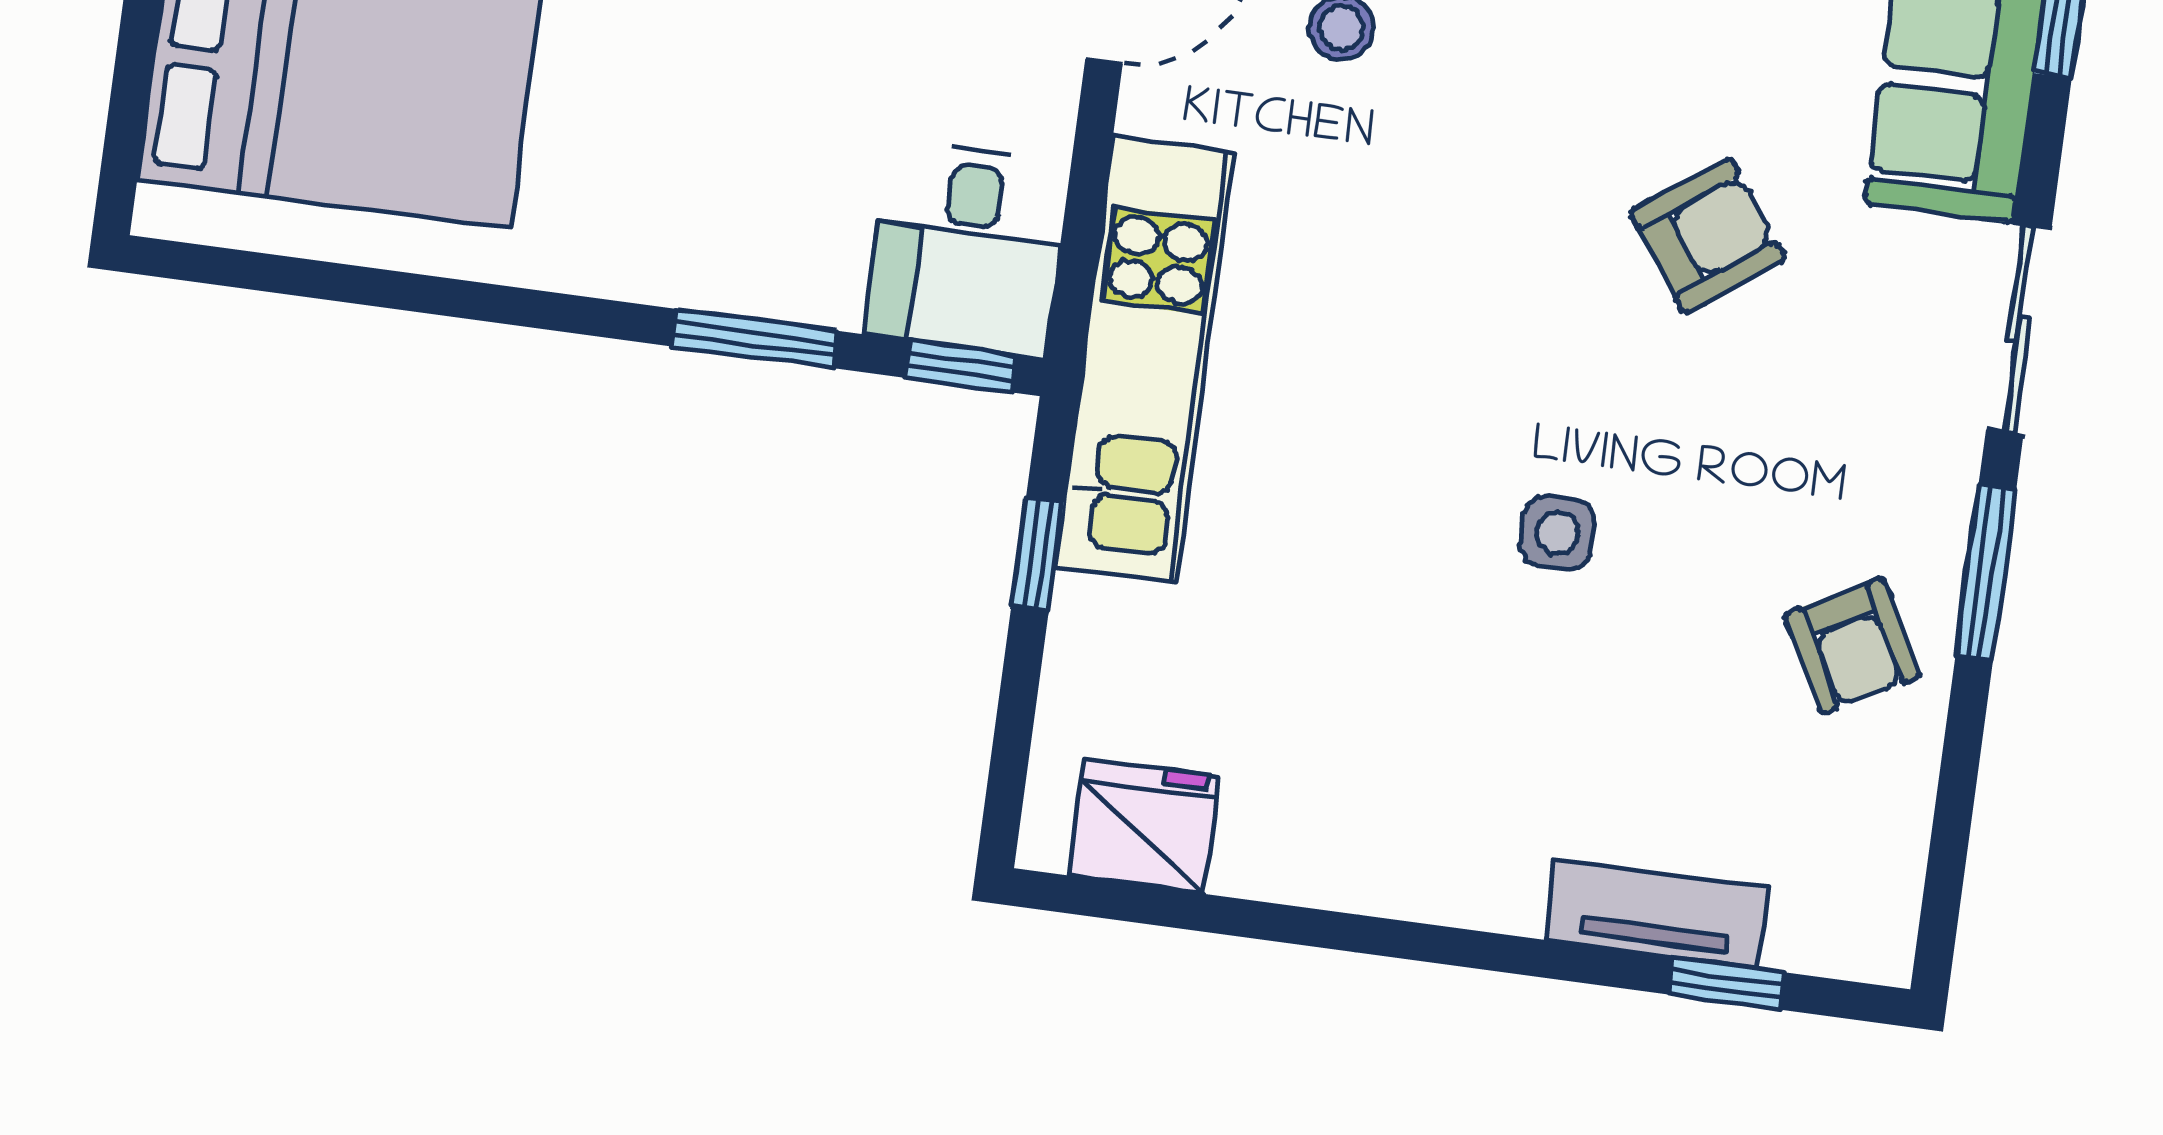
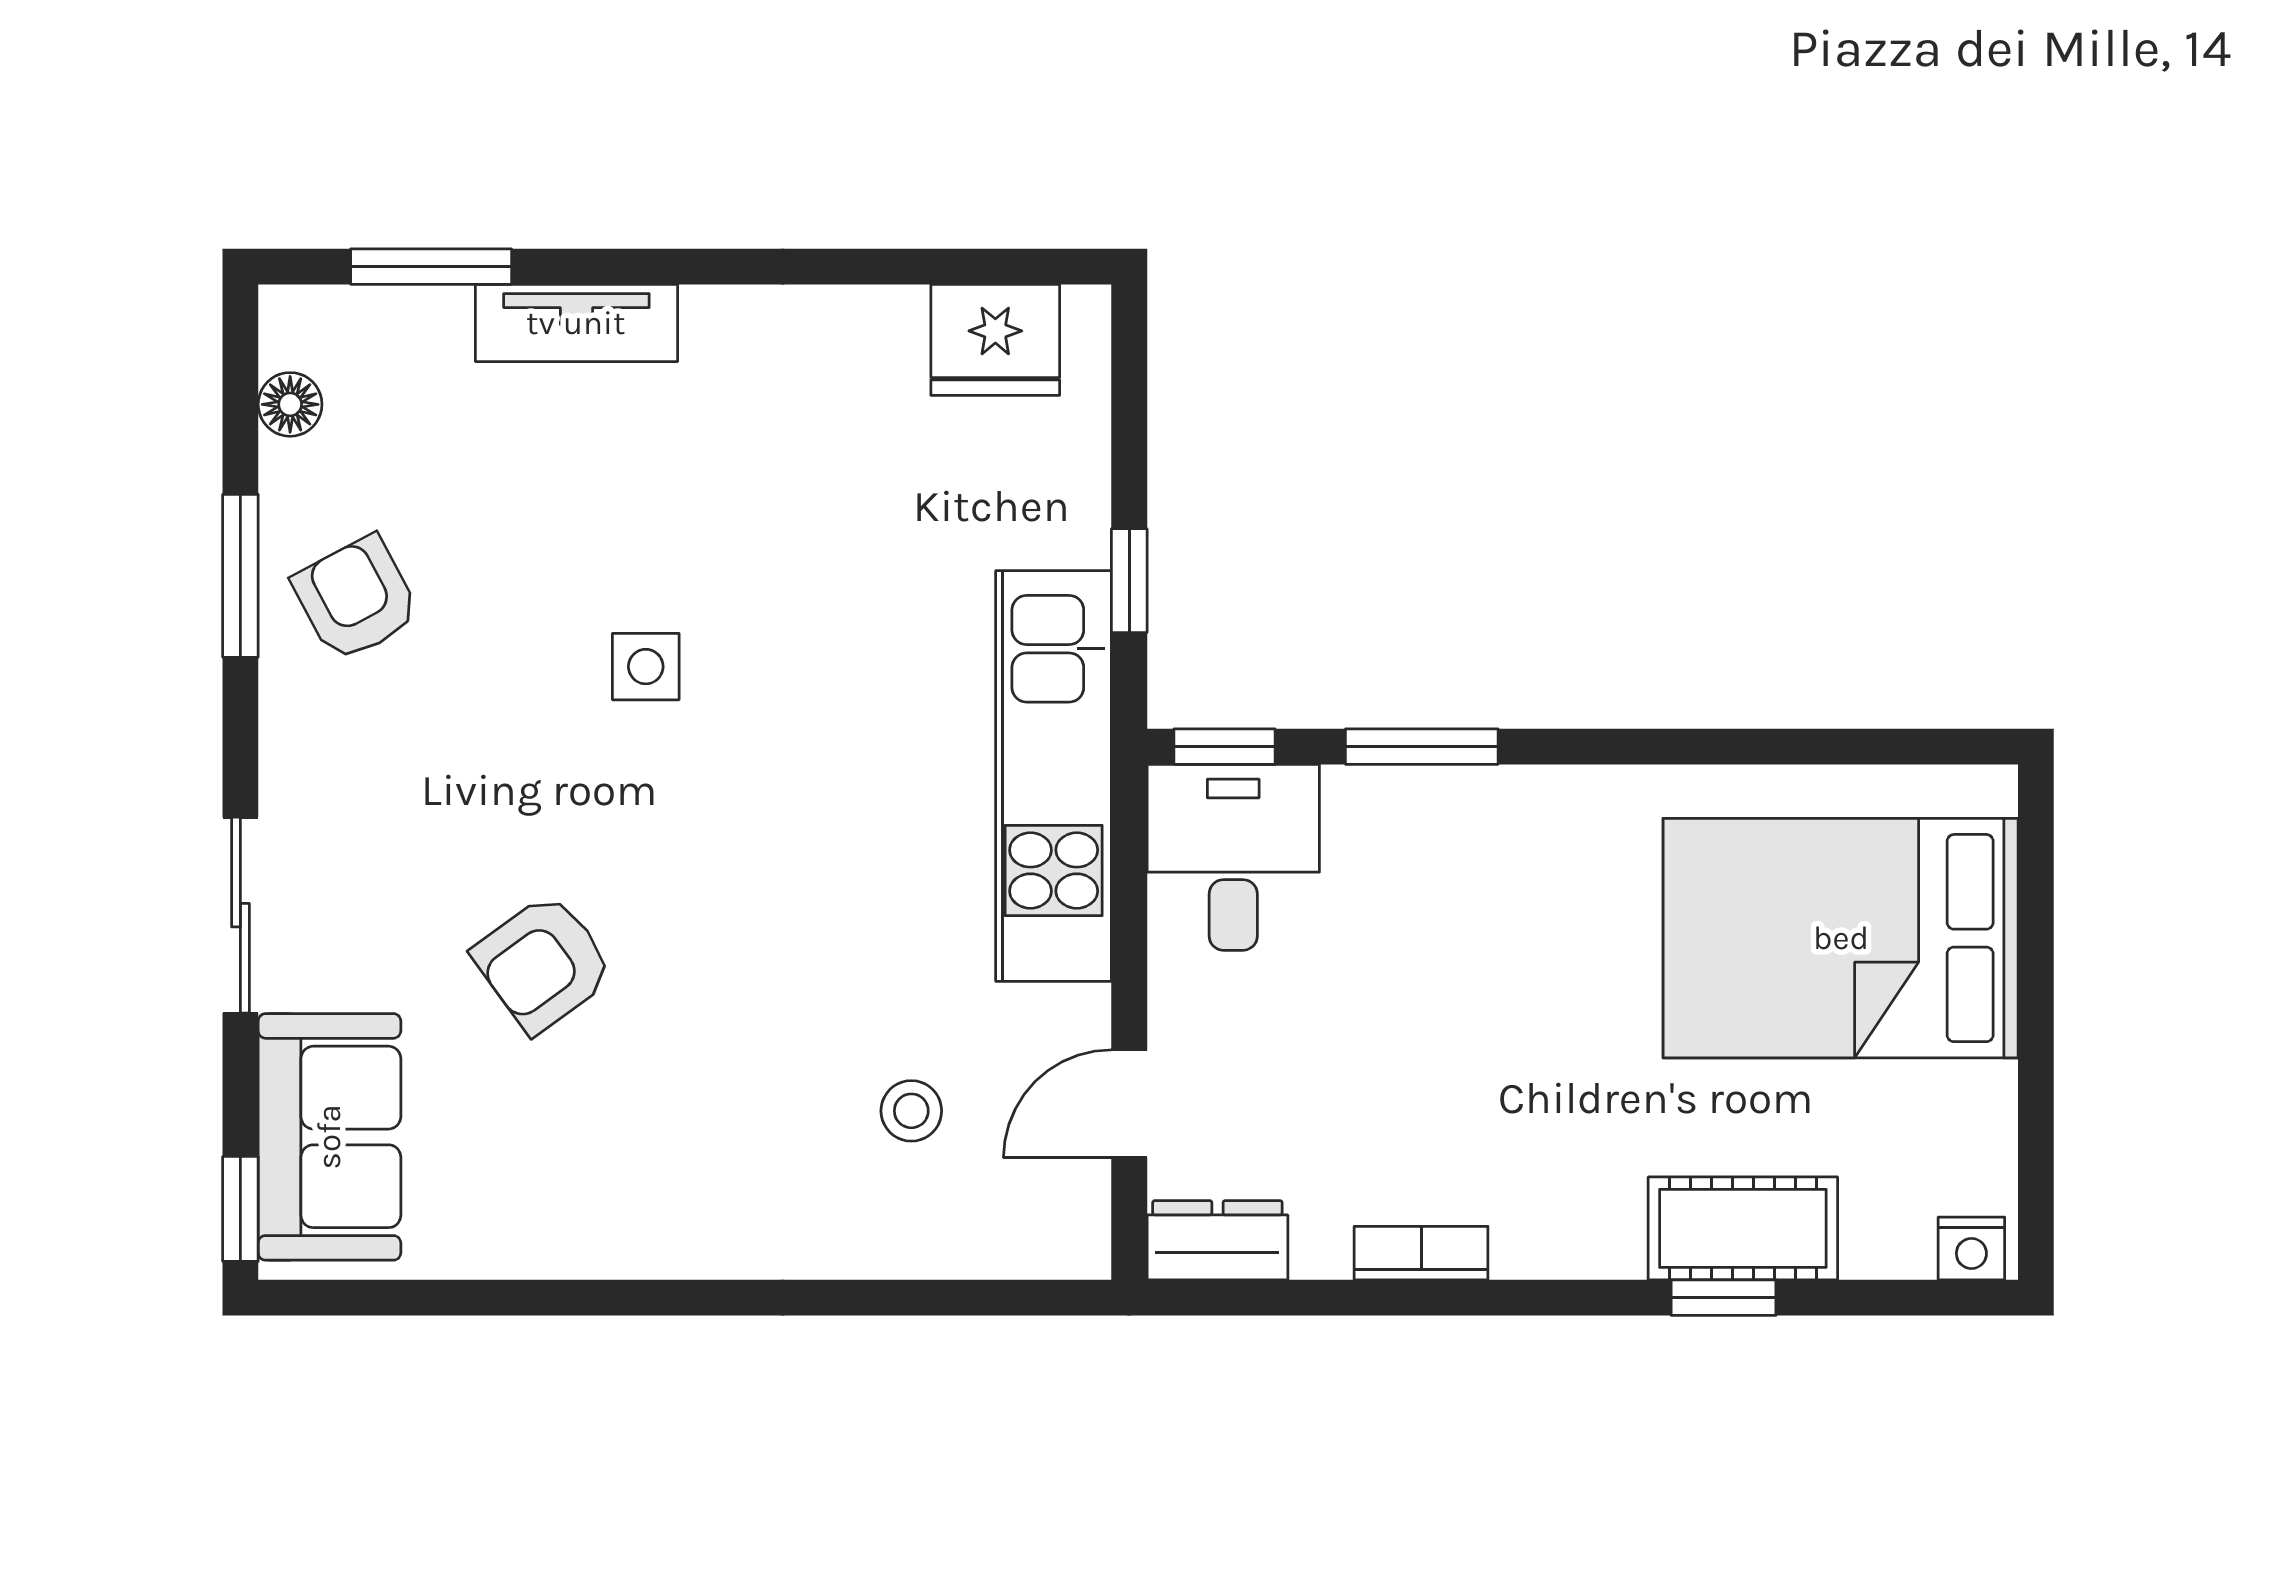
window: (1986, 572) -> (240, 576), moved
floor lamp: (1894, 859) -> (290, 404), added
tv unit: (1656, 914) -> (576, 323), moved
window: (1726, 983) -> (431, 267), width x1.50

